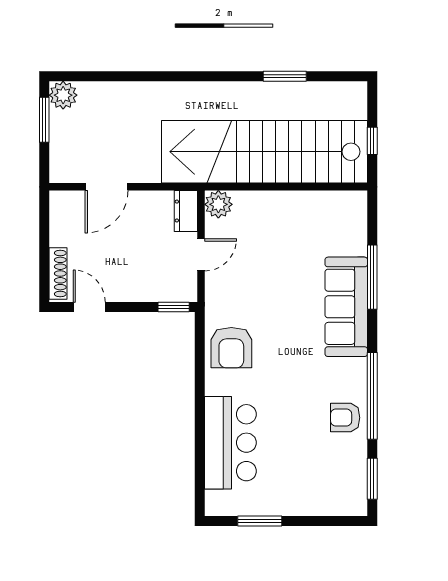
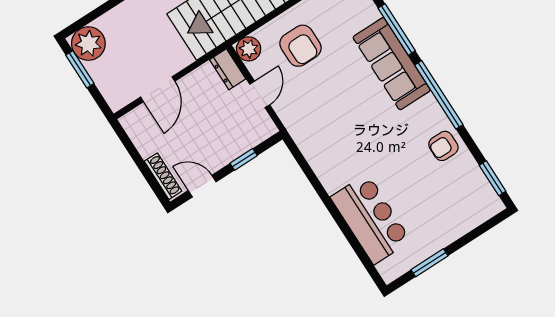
plant: (63, 95) -> (88, 44), width x1.36, depth x1.36
window: (174, 307) -> (244, 159), moved
armchair: (231, 348) -> (300, 46), moved
window: (372, 396) -> (439, 95), moved

